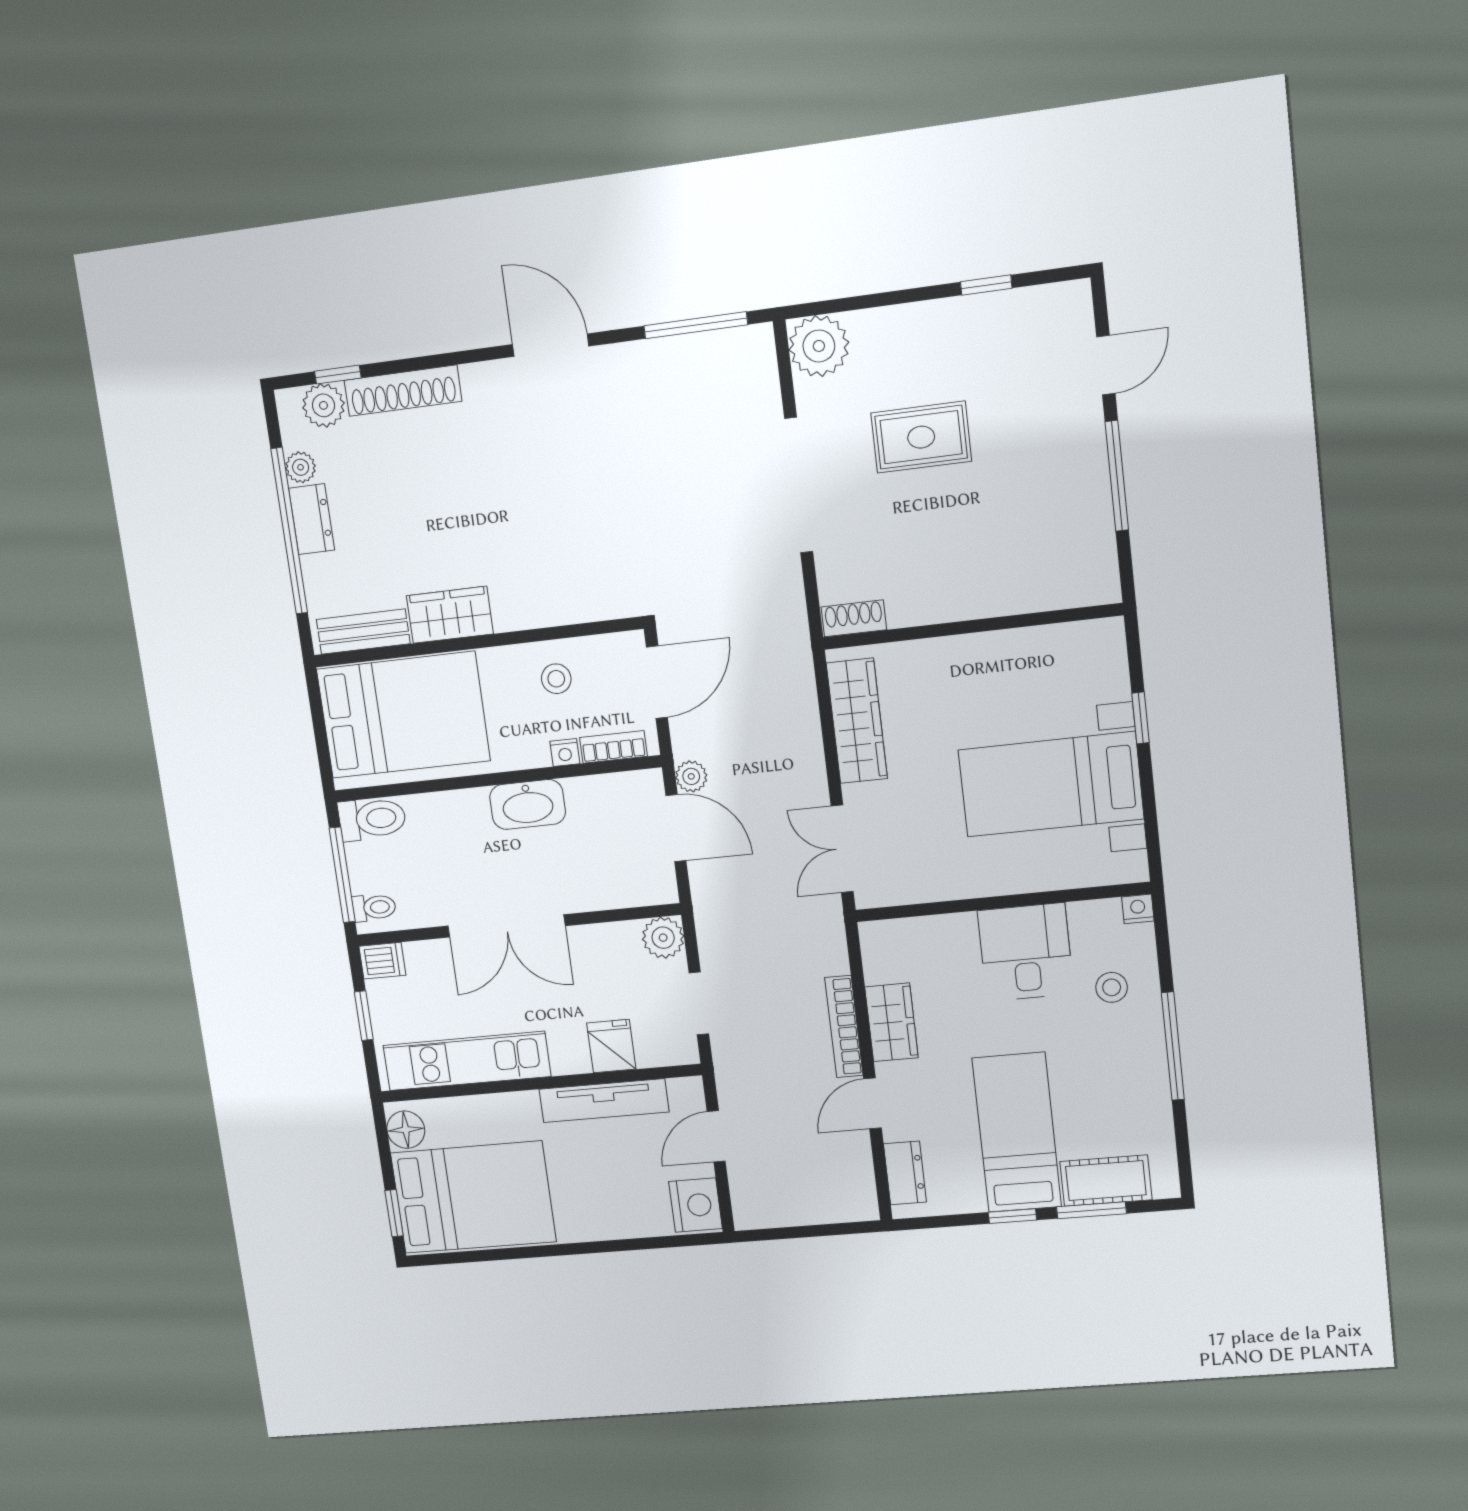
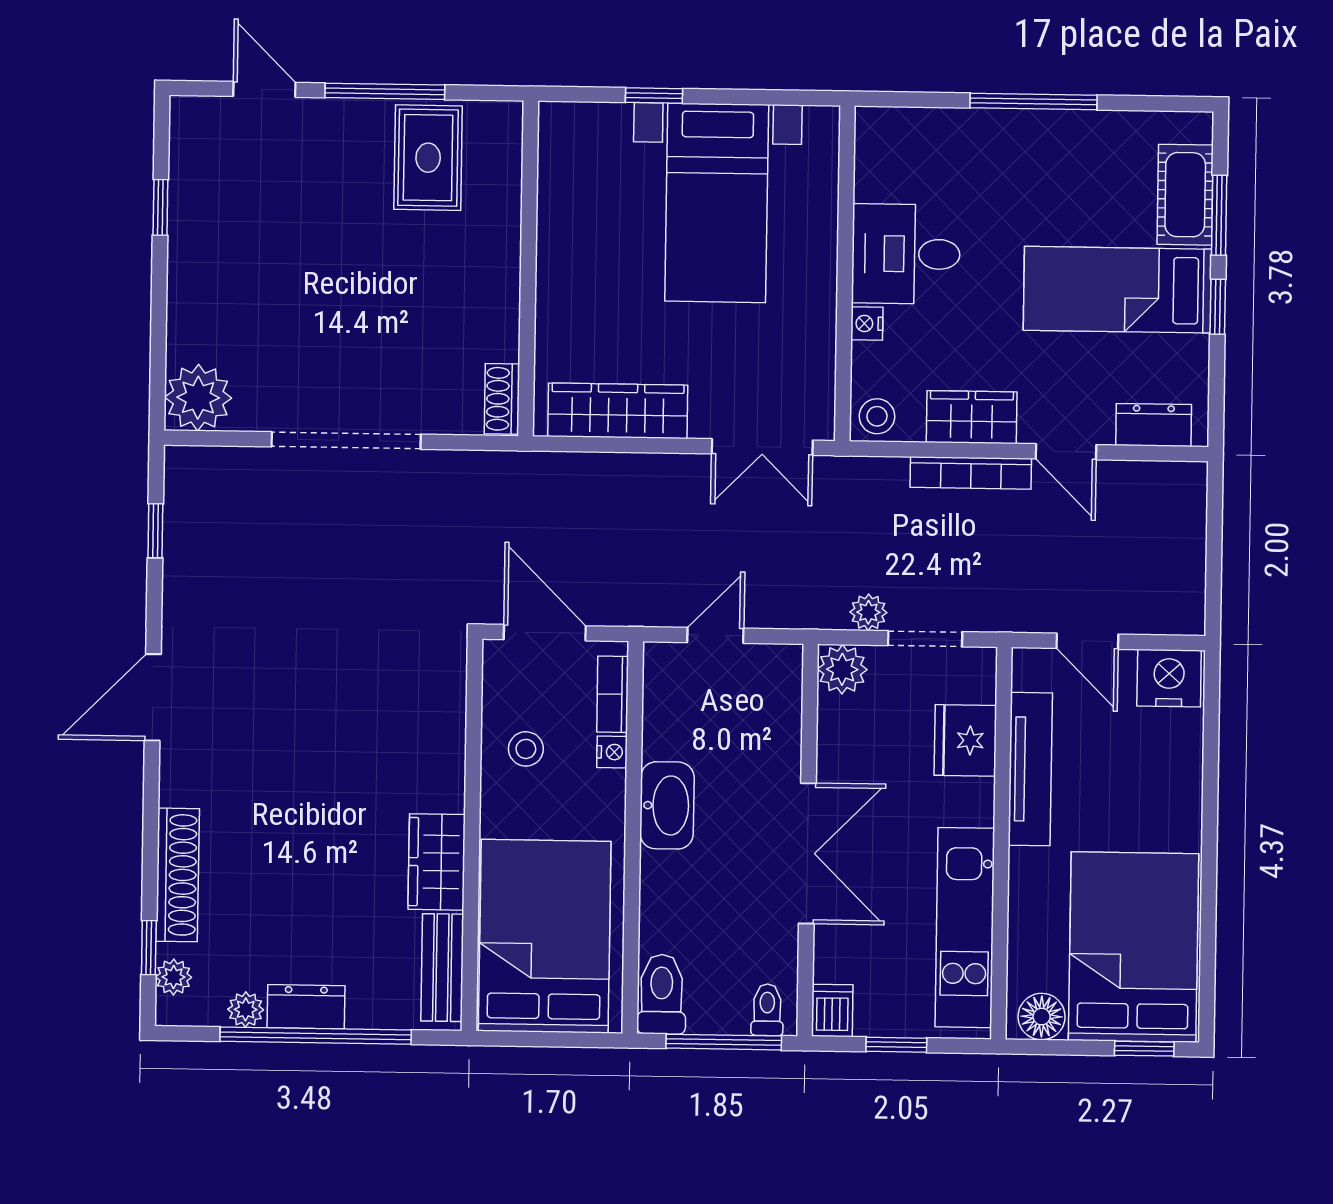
window: (696, 325) -> (155, 531), width x0.46
plant: (323, 405) -> (174, 977), width x0.73, depth x0.73
rug: (921, 437) -> (428, 158), moved
plant: (691, 776) -> (868, 612), moved
door: (676, 828) -> (715, 635), width x0.73
nightstand: (1138, 909) -> (867, 324), moved
stool: (1112, 987) -> (877, 416), moved
fridge: (611, 1046) -> (965, 740), width x1.38

